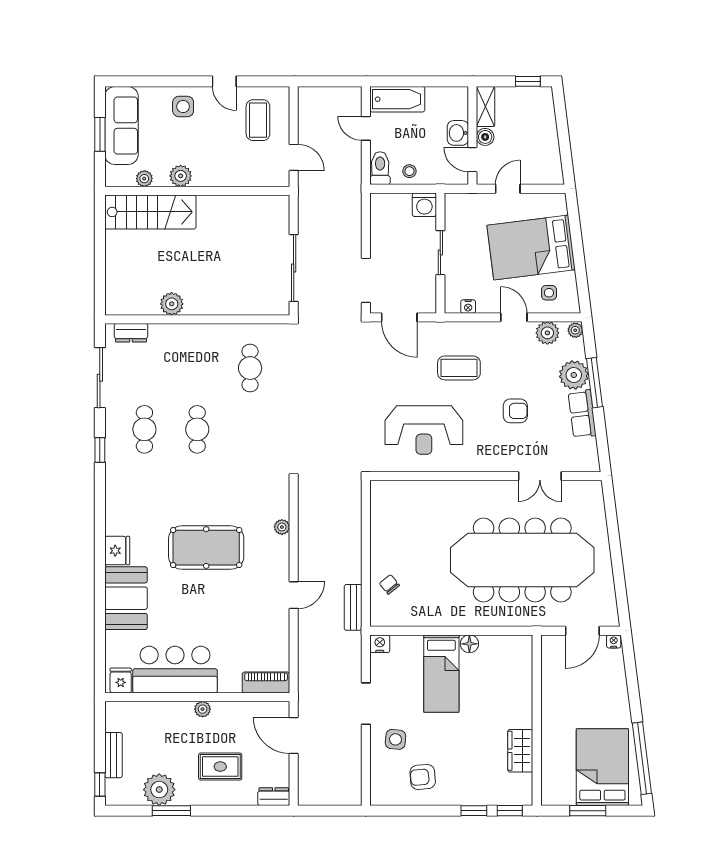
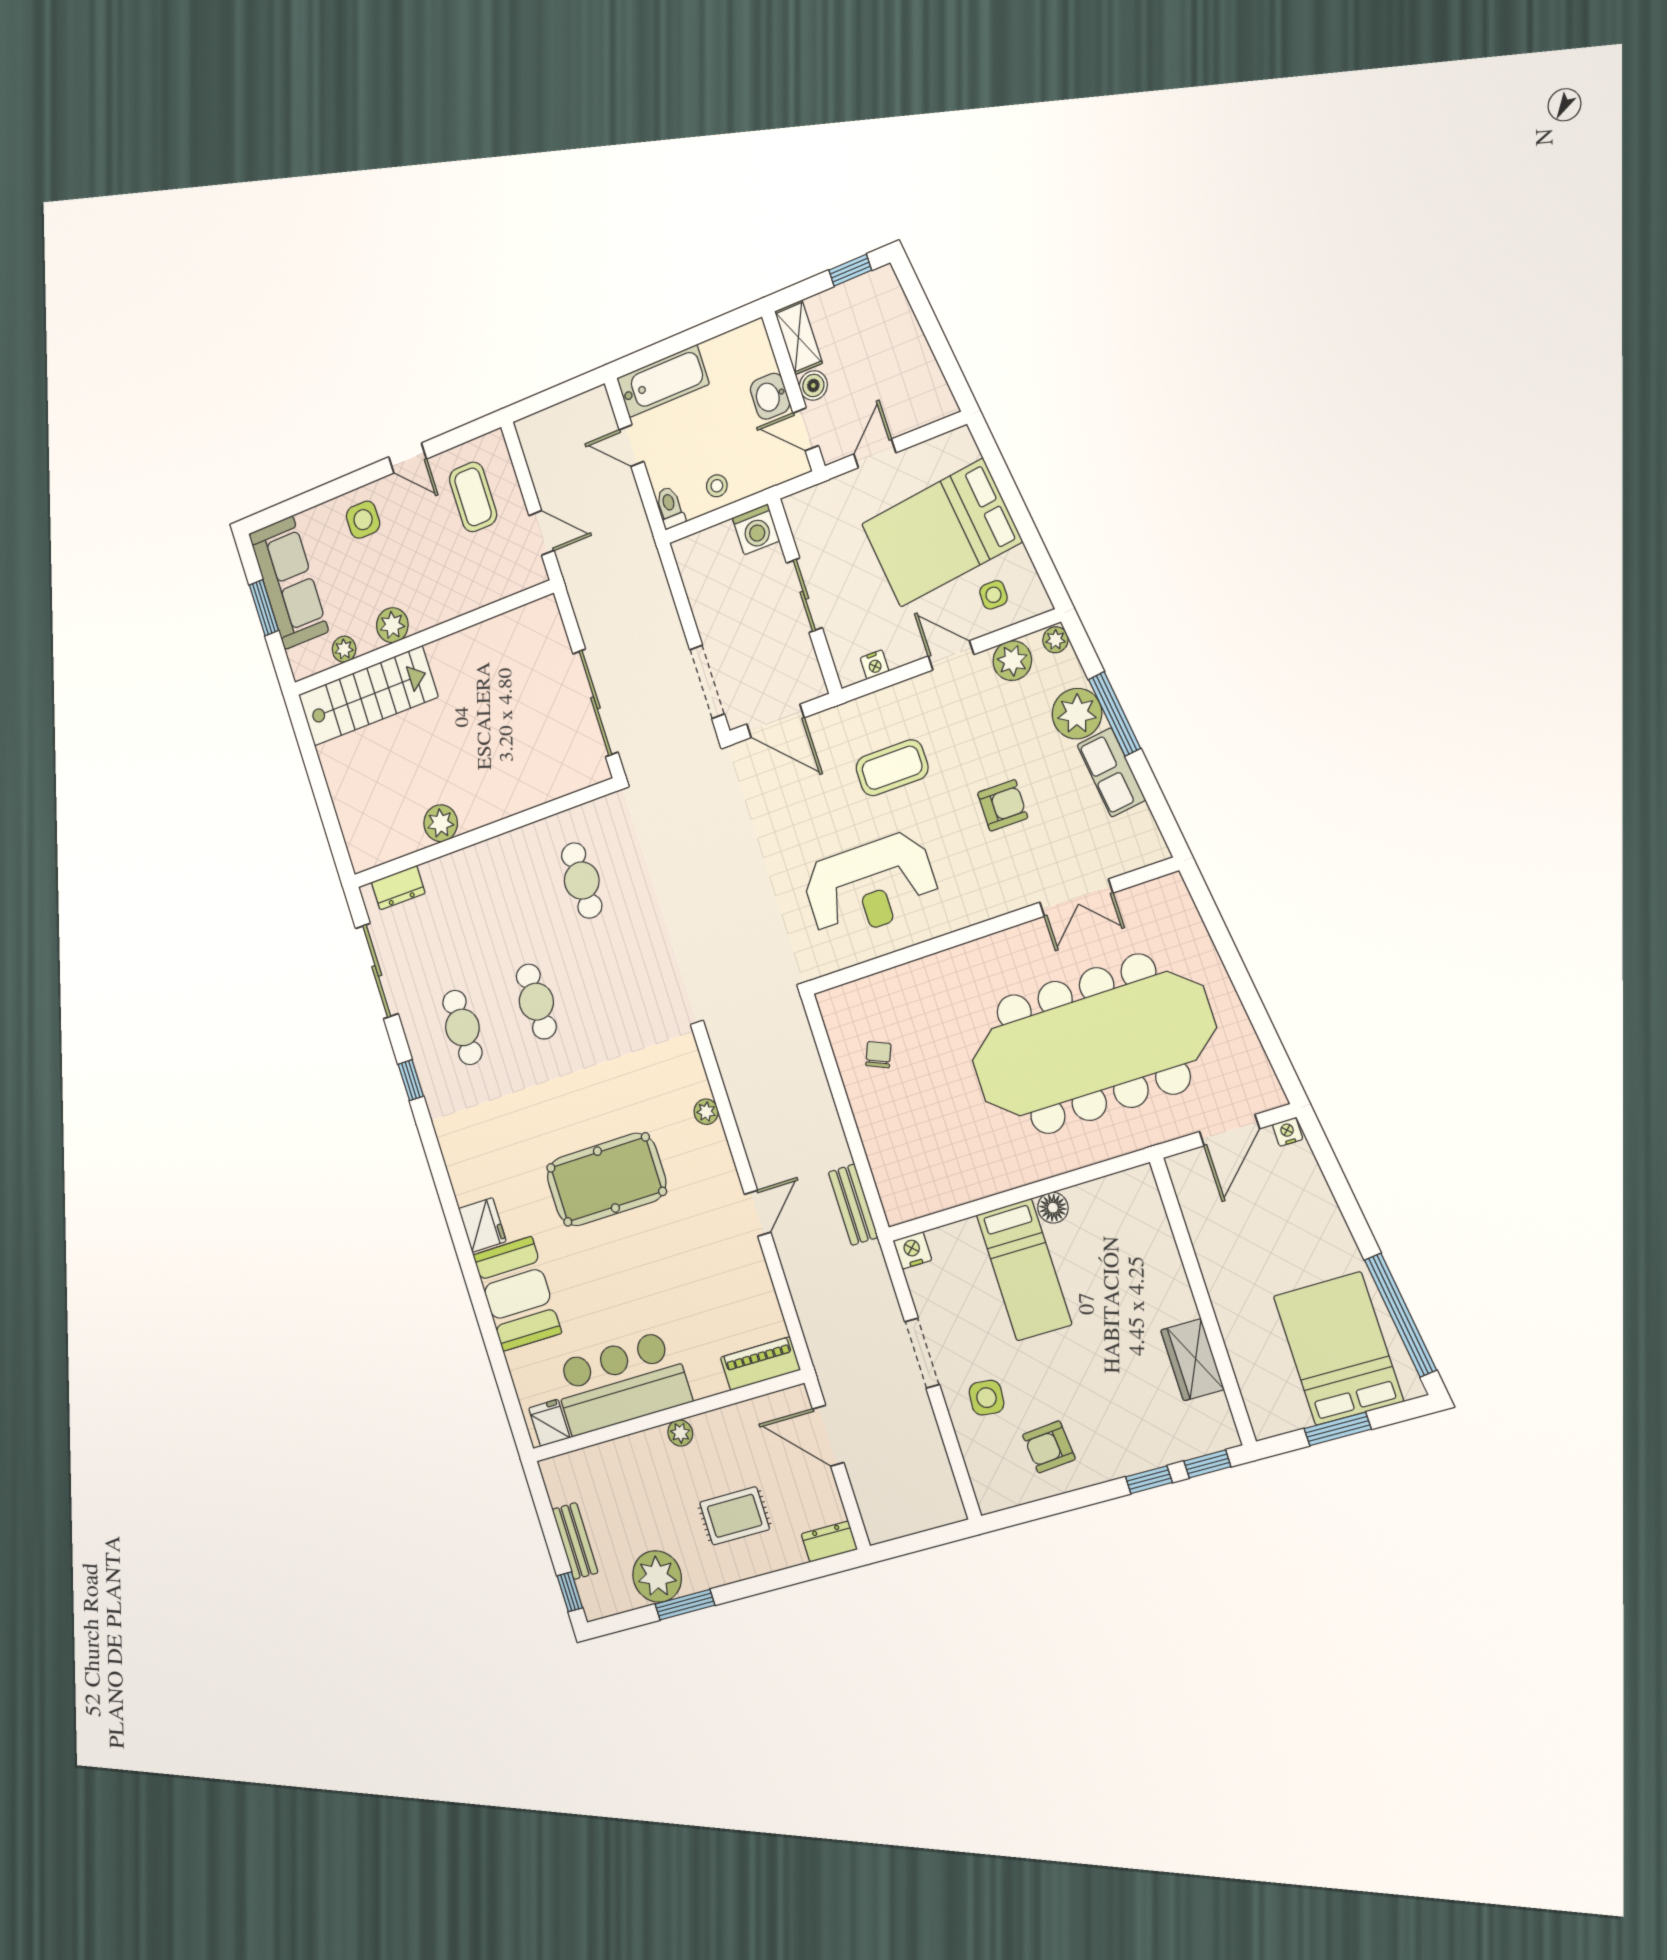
toilet: (380, 168) -> (670, 507), width x0.73, depth x0.72
chair: (389, 584) -> (878, 1055), moved, turned 62

